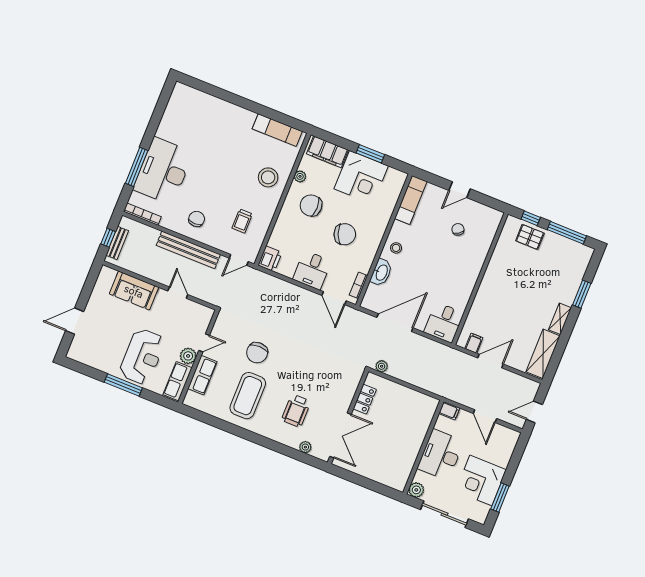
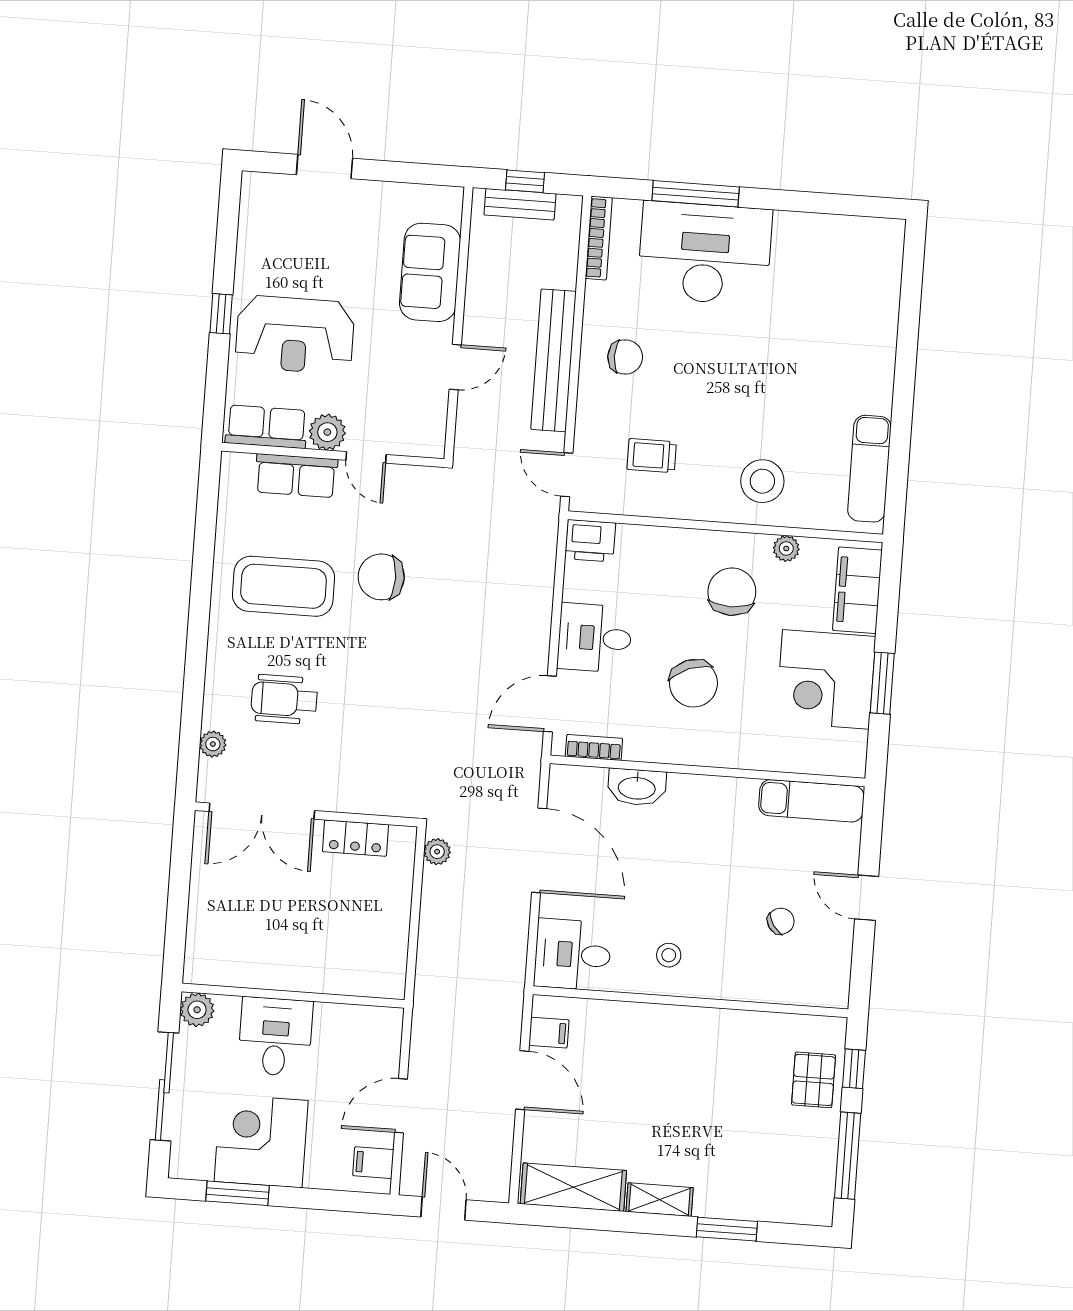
stool: (396, 248) -> (669, 955), moved
window: (123, 385) -> (221, 314), width x0.46
filing cabinet: (449, 411) -> (373, 1163), moved, turned 90
desk: (441, 455) -> (275, 1037), width x0.73

